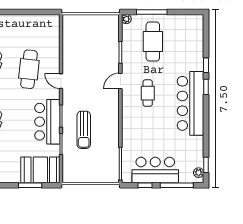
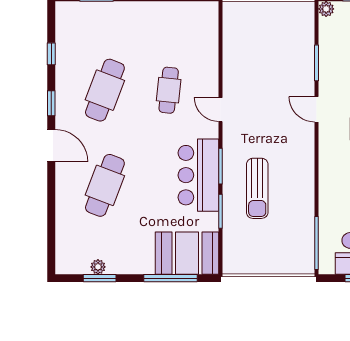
cafe table: (29, 69) -> (169, 90), width x0.73, depth x0.74
door: (120, 81) -> (317, 109), hinge flipped
window: (30, 185) -> (170, 278), width x1.44

